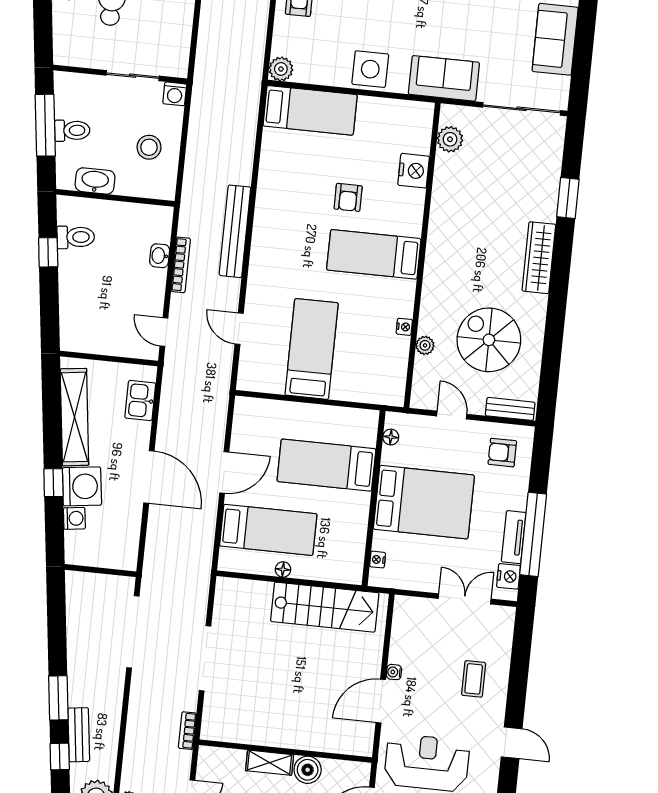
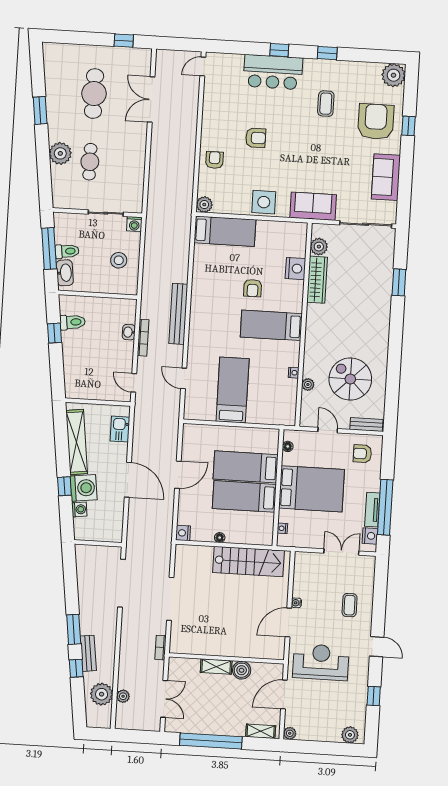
washbasin: (95, 181) -> (65, 273), moved, turned 83
wardrobe: (539, 258) -> (317, 280), moved, turned 180
bed: (268, 530) -> (244, 496), moved, turned 180
nightstand: (228, 560) -> (183, 533), added

